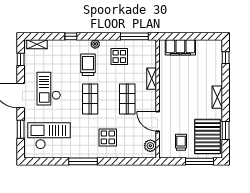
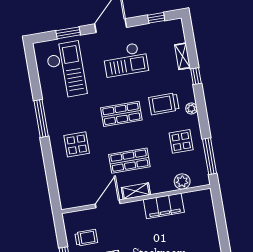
shelving: (37, 44) -> (182, 56), moved
filing cabinet: (180, 47) -> (164, 206), moved, turned -90
trolley: (88, 65) -> (164, 104), turned 180
shelving: (152, 79) -> (136, 191), moved
checkout: (49, 89) -> (125, 60), turned 180
plant: (150, 146) -> (182, 181), moved

